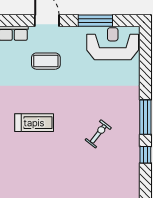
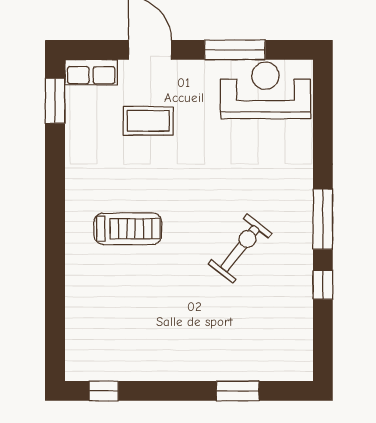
exercise bike: (98, 134) -> (240, 248), width x1.38, depth x1.39

